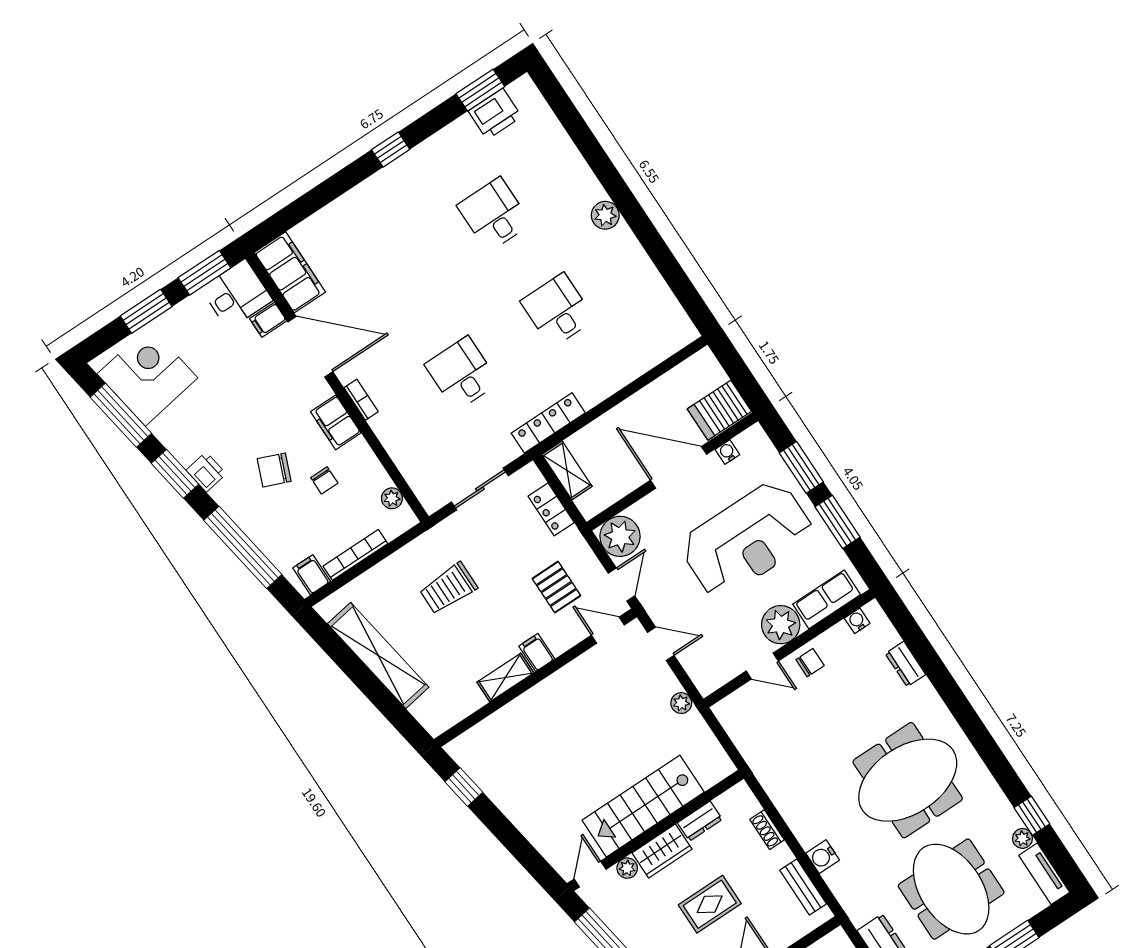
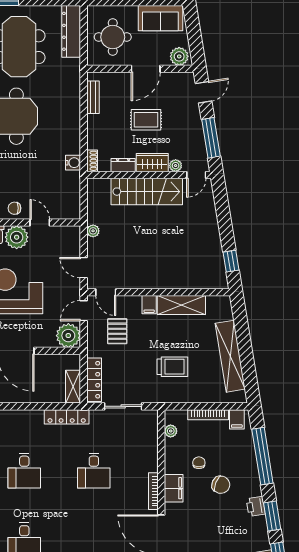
bookcase: (361, 400) -> (153, 491), width x1.56
locker: (551, 509) -> (94, 380), width x1.53
shelving: (505, 677) -> (181, 305), width x1.50, depth x1.33
shoe rack: (767, 830) -> (92, 161), moved
water cooler: (823, 857) -> (73, 163), moved

